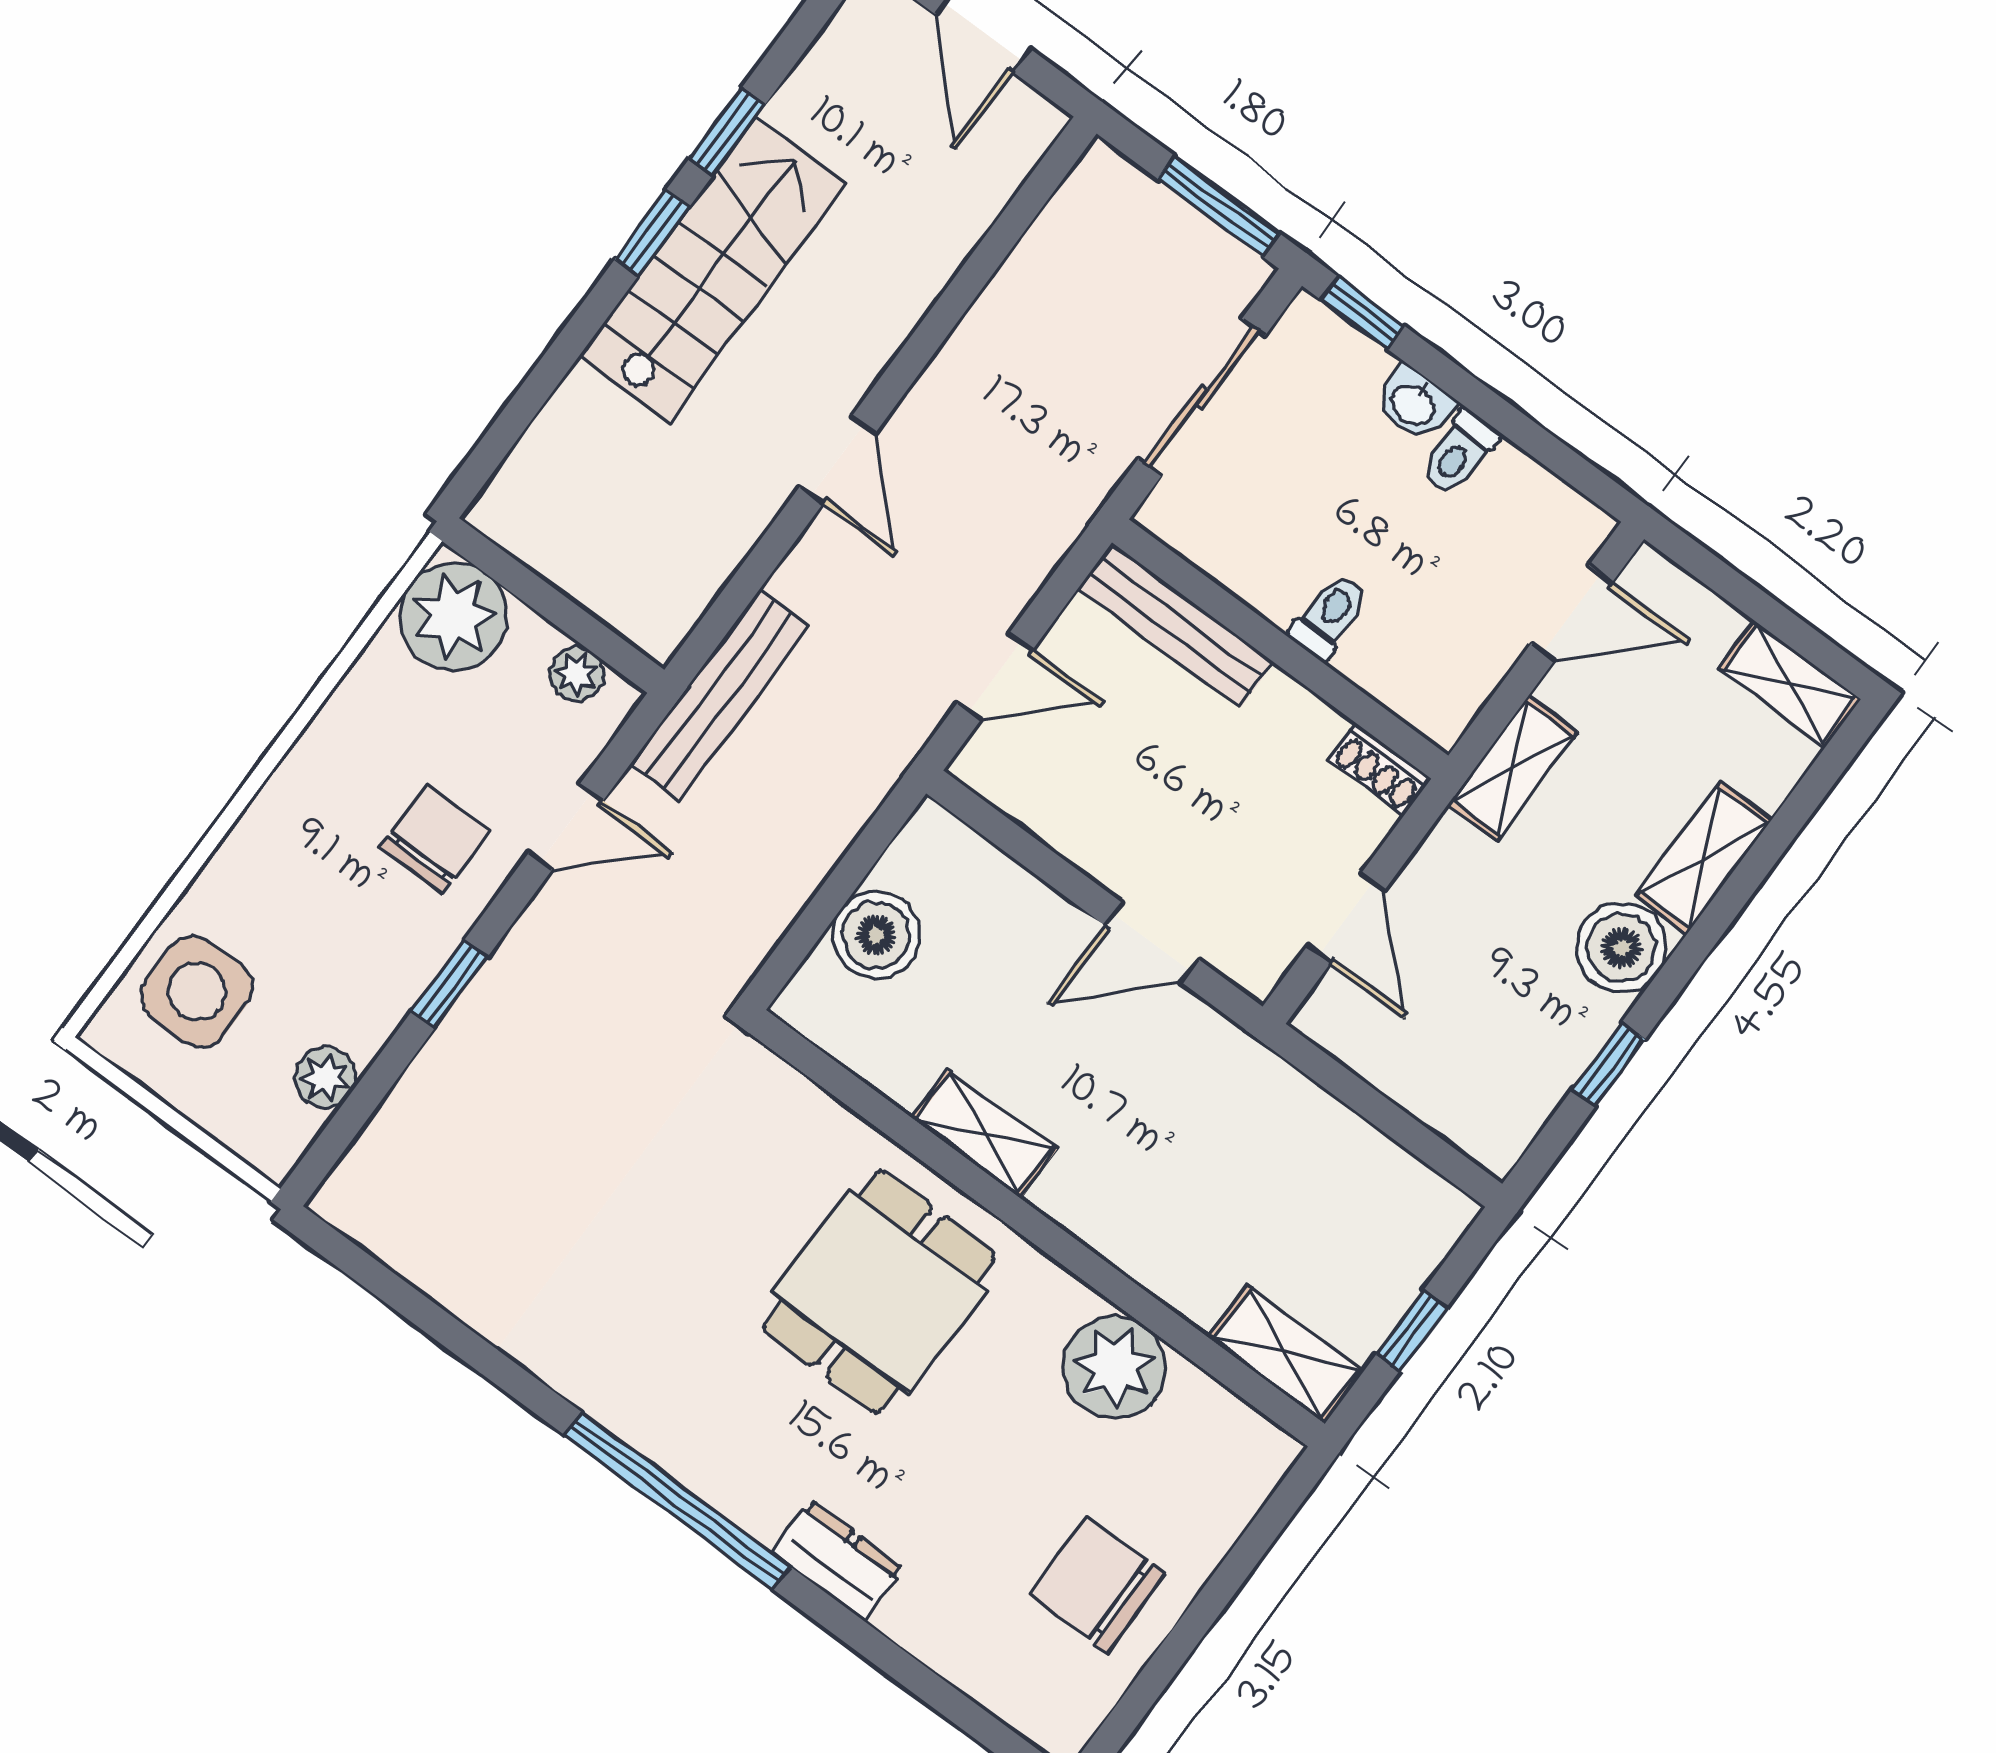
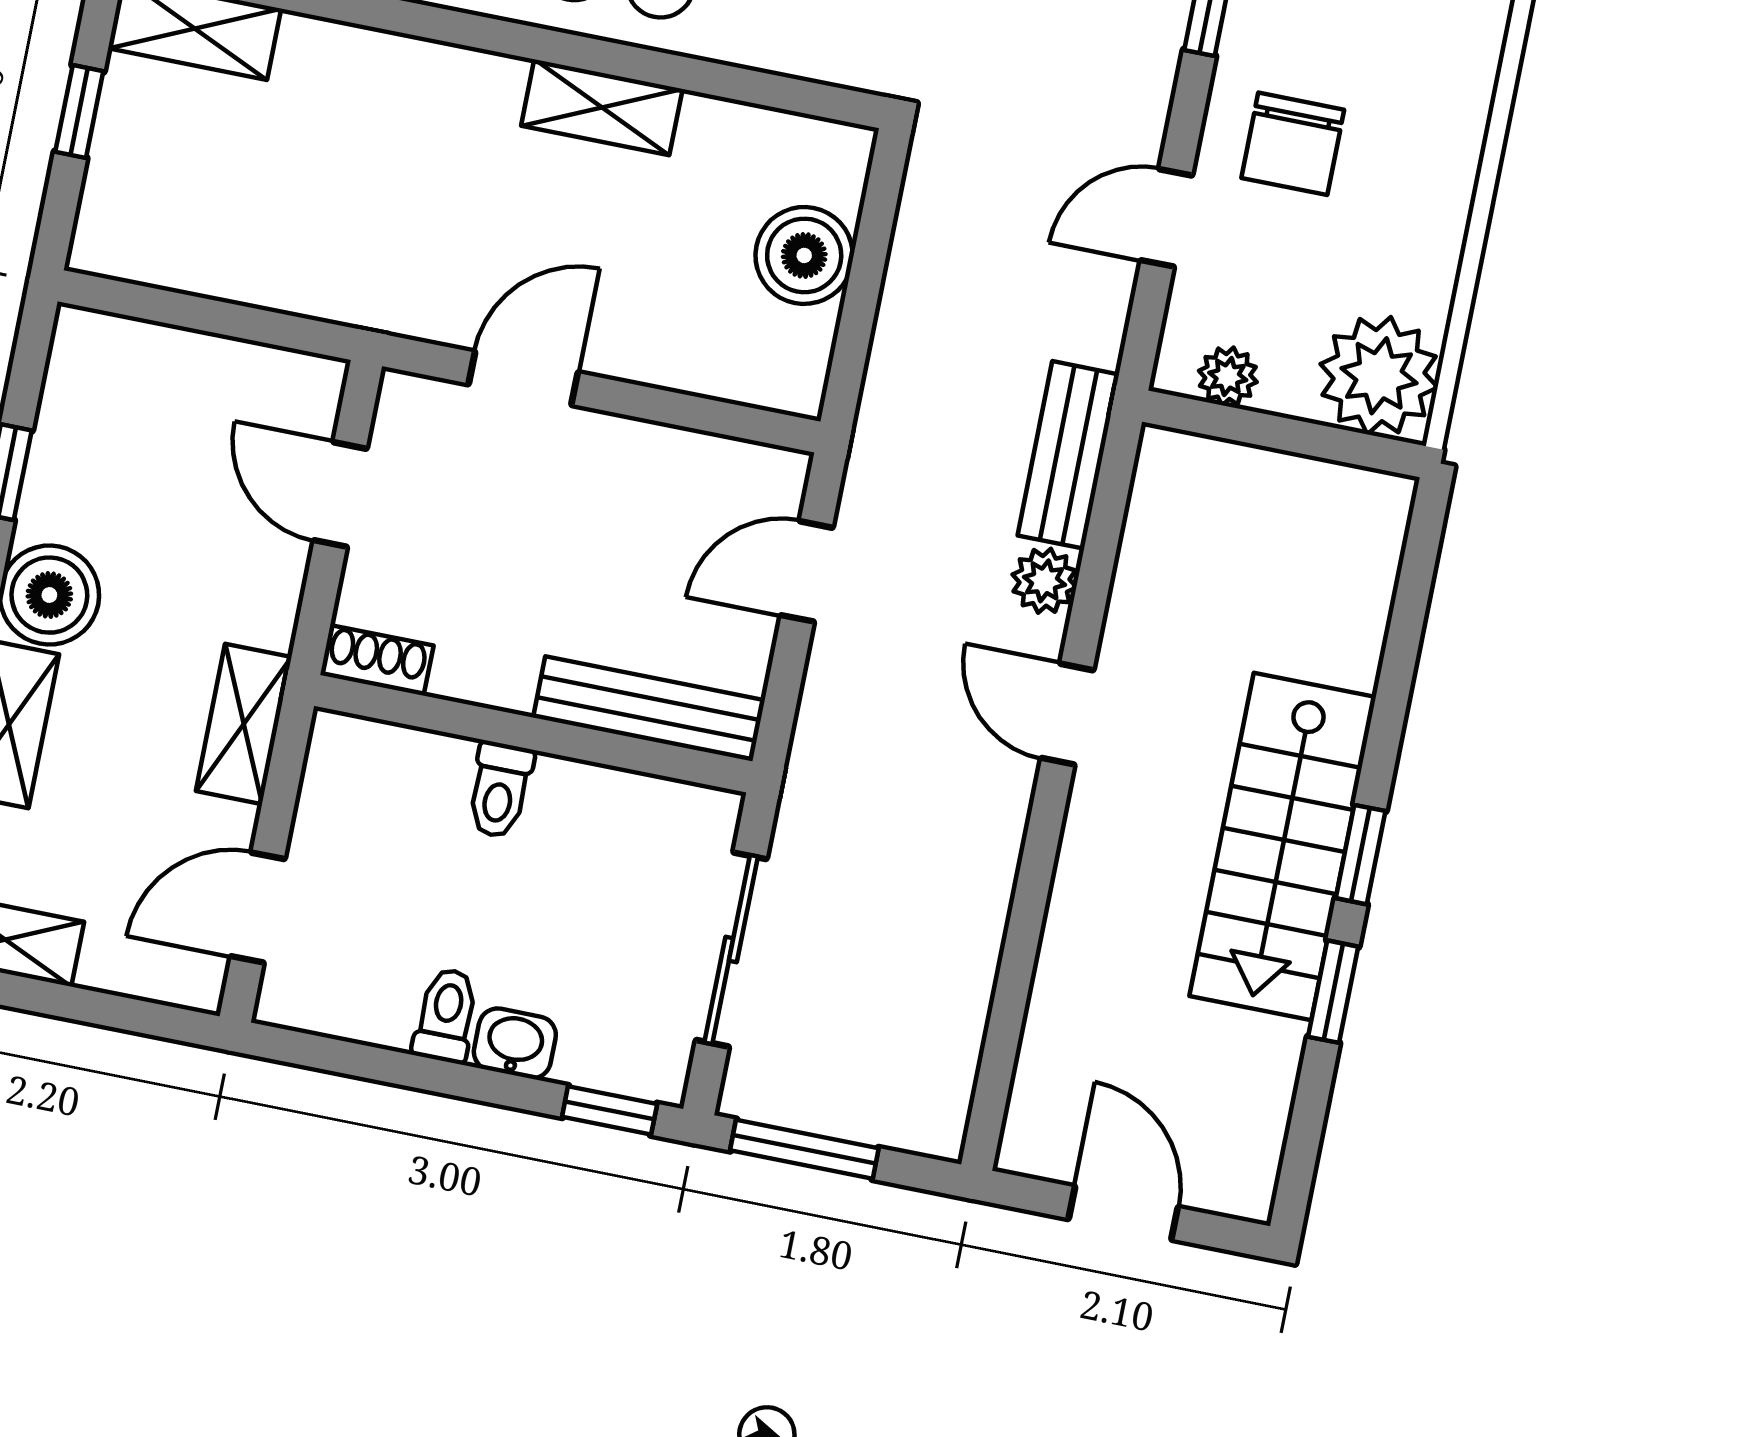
plant: (805, 577) -> (1044, 581), added
bench: (720, 694) -> (1068, 455), width x0.73

